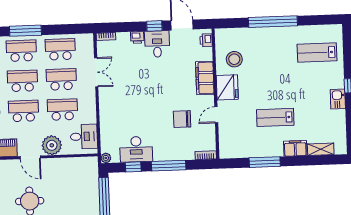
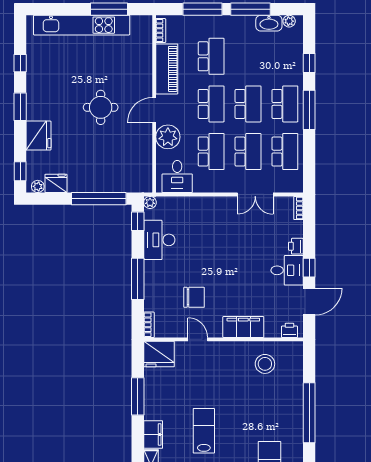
fridge: (227, 87) -> (159, 354), moved
lab bench: (275, 117) -> (204, 431), moved
chair: (182, 119) -> (194, 297), turned 90
window: (133, 167) -> (138, 221), moved

